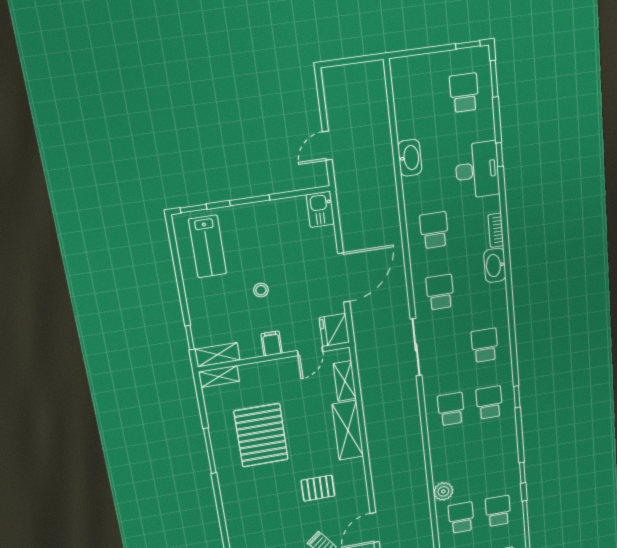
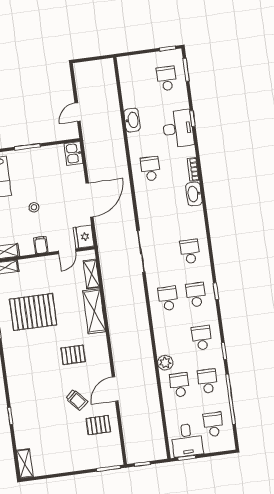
school desk: (440, 292) -> (202, 338), moved
pallet: (261, 435) -> (33, 312), turned 90

